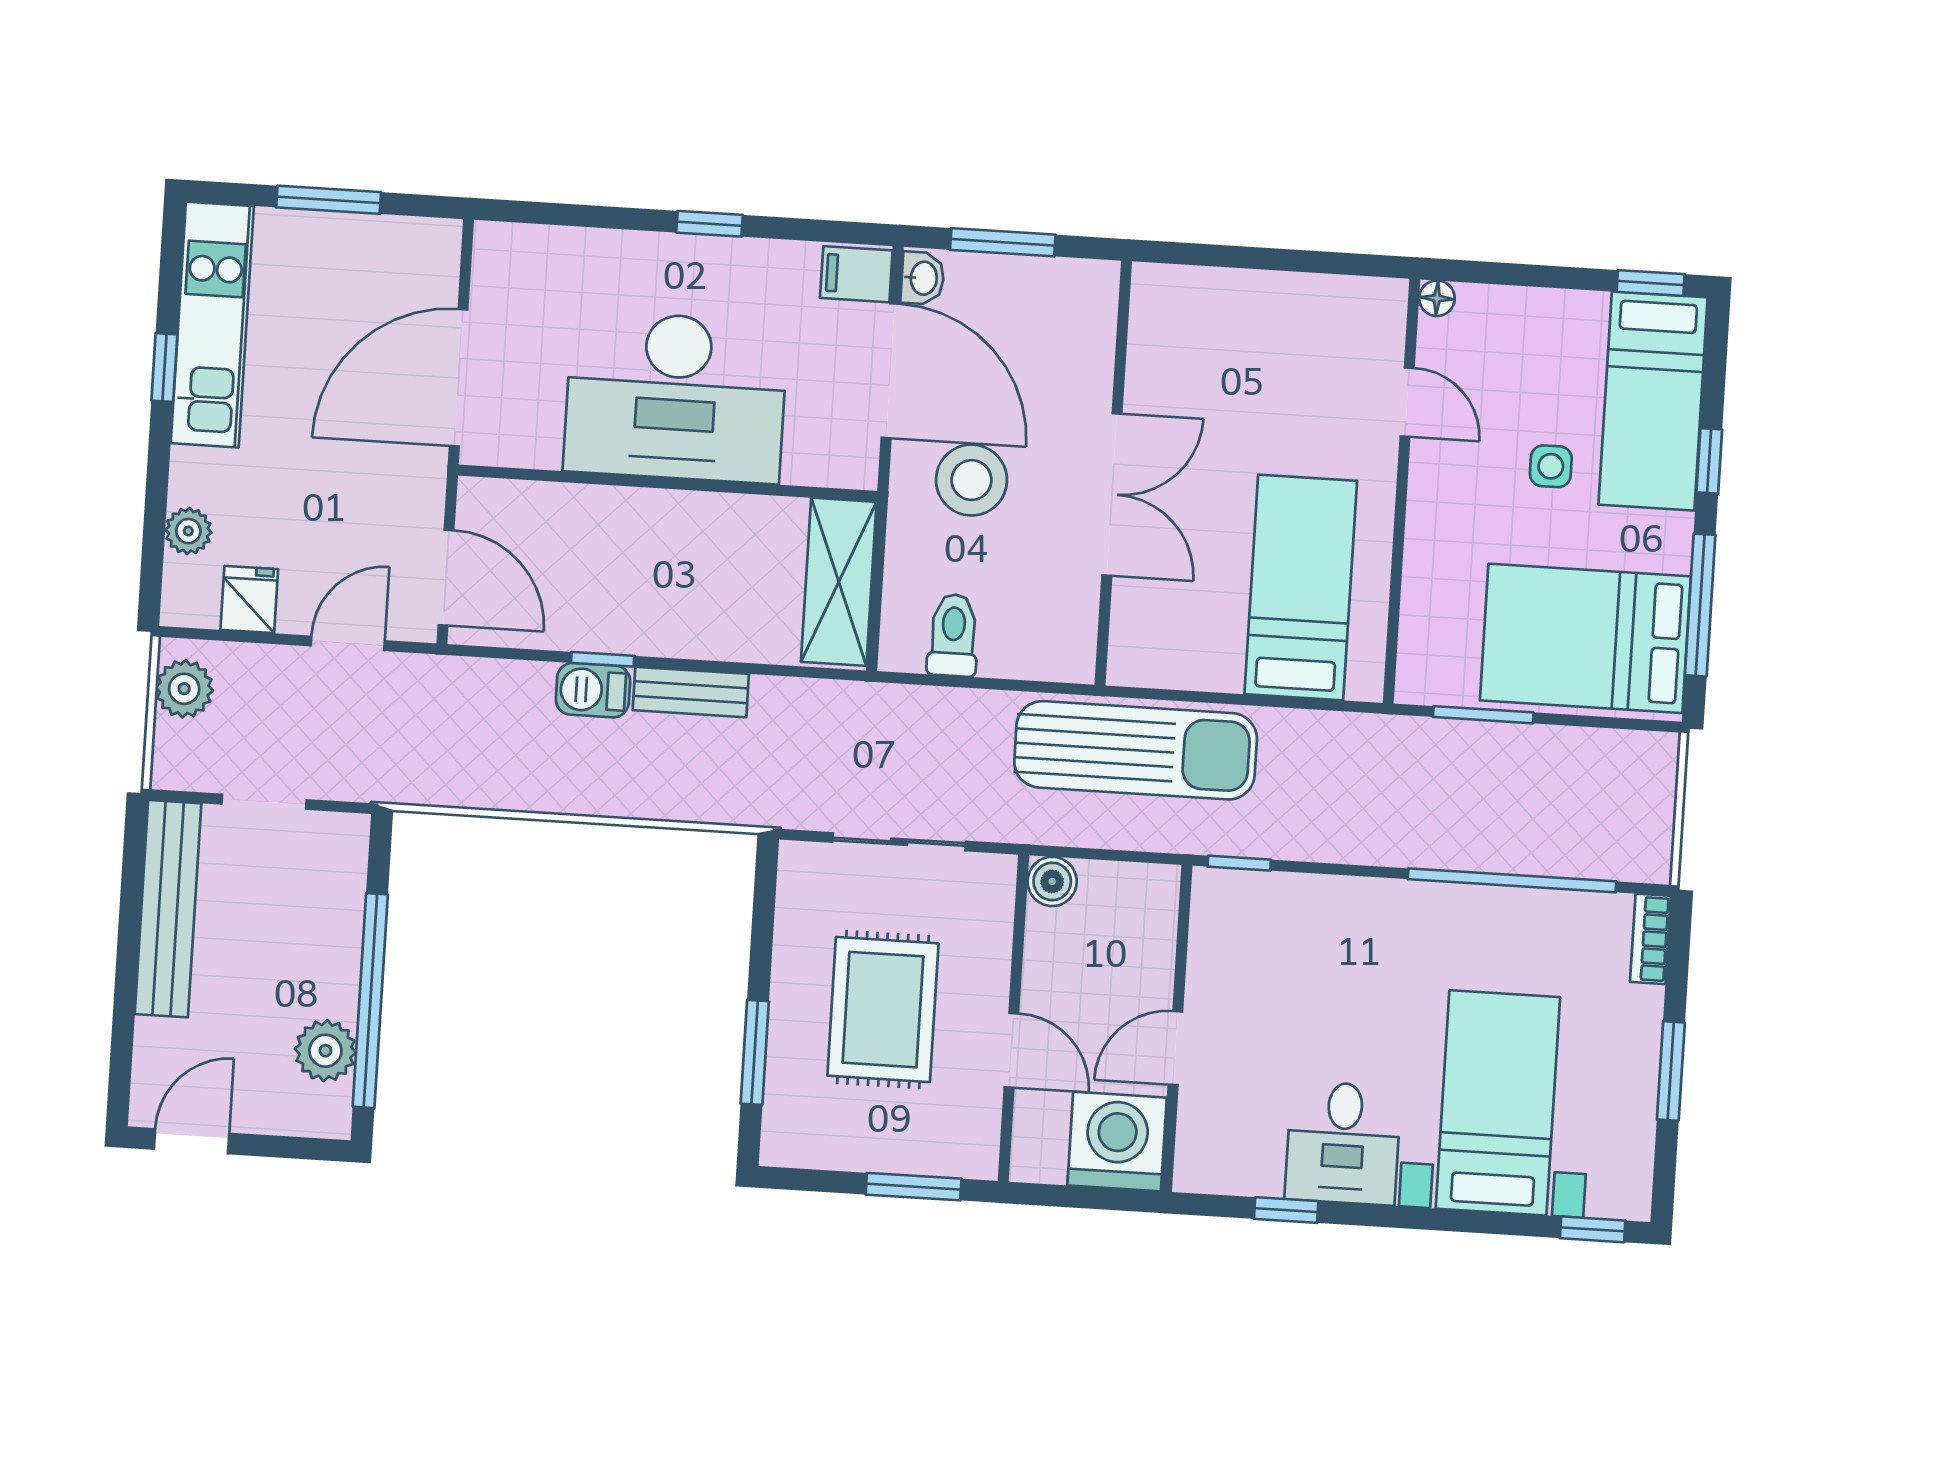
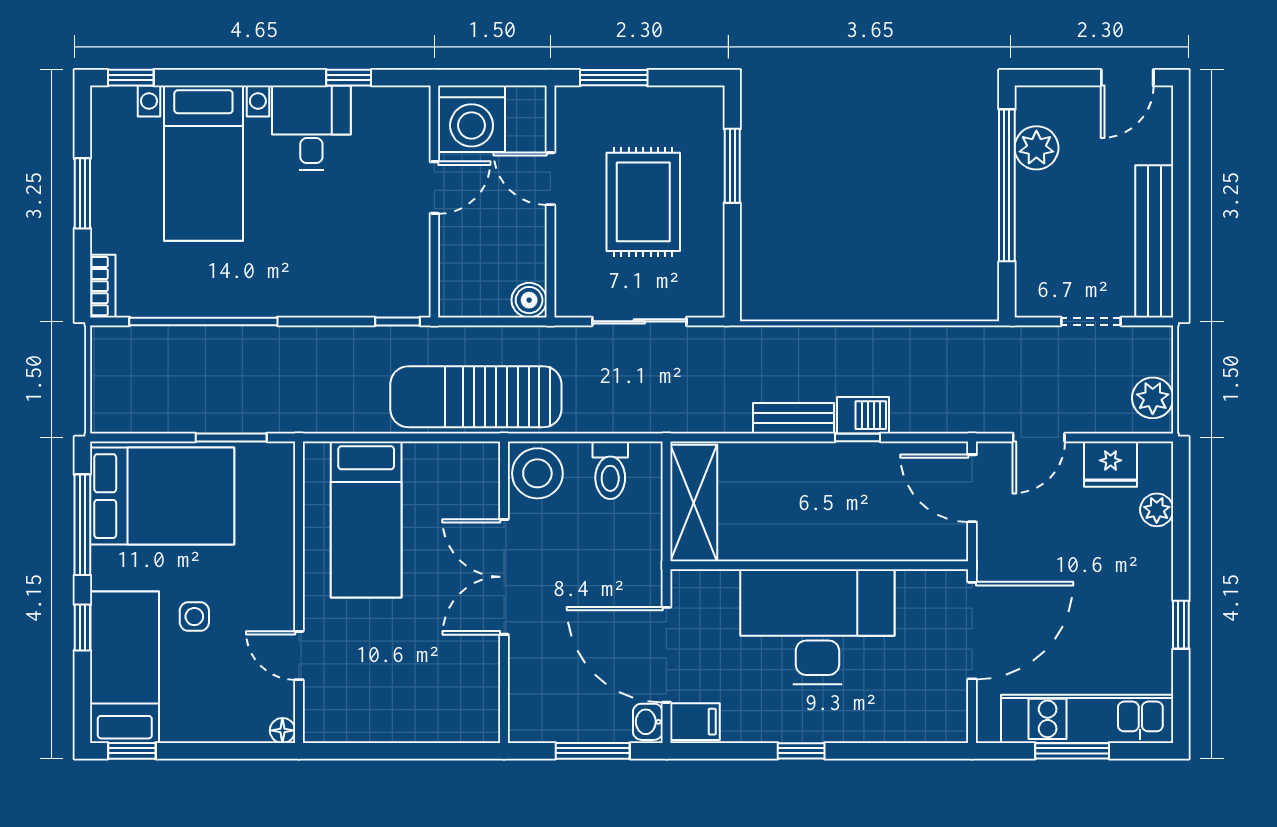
kitchen unit: (212, 325) -> (1087, 719), moved, turned 90
stool: (971, 480) -> (537, 473), moved
fridge: (249, 599) -> (1111, 464), width x1.38

